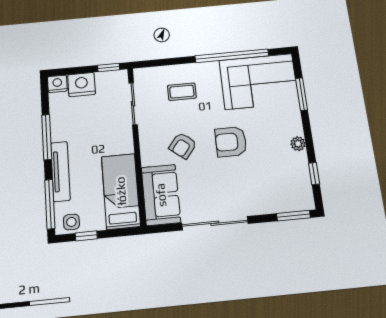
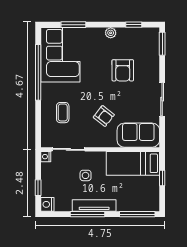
window: (109, 67) -> (38, 188), moved
nightstand: (81, 85) -> (46, 157), moved, width x0.53, depth x0.56
armchair: (231, 142) -> (123, 70), moved
tv unit: (60, 171) -> (94, 205), moved
side table: (71, 222) -> (86, 175), moved
sliding door: (215, 223) -> (162, 99), width x0.73
window: (86, 236) -> (162, 178), moved

